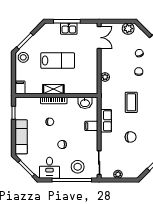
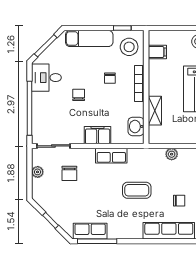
filing cabinet: (20, 87) -> (157, 52), moved
shelving: (53, 89) -> (155, 111), moved
filing cabinet: (91, 126) -> (98, 135), width x2.00
chair: (131, 137) -> (69, 173), moved
stool: (78, 167) -> (129, 47), moved

